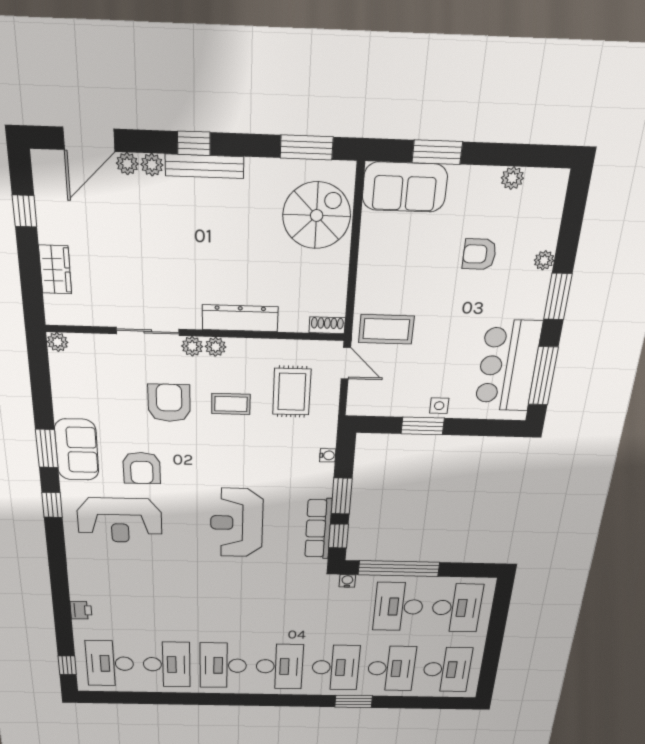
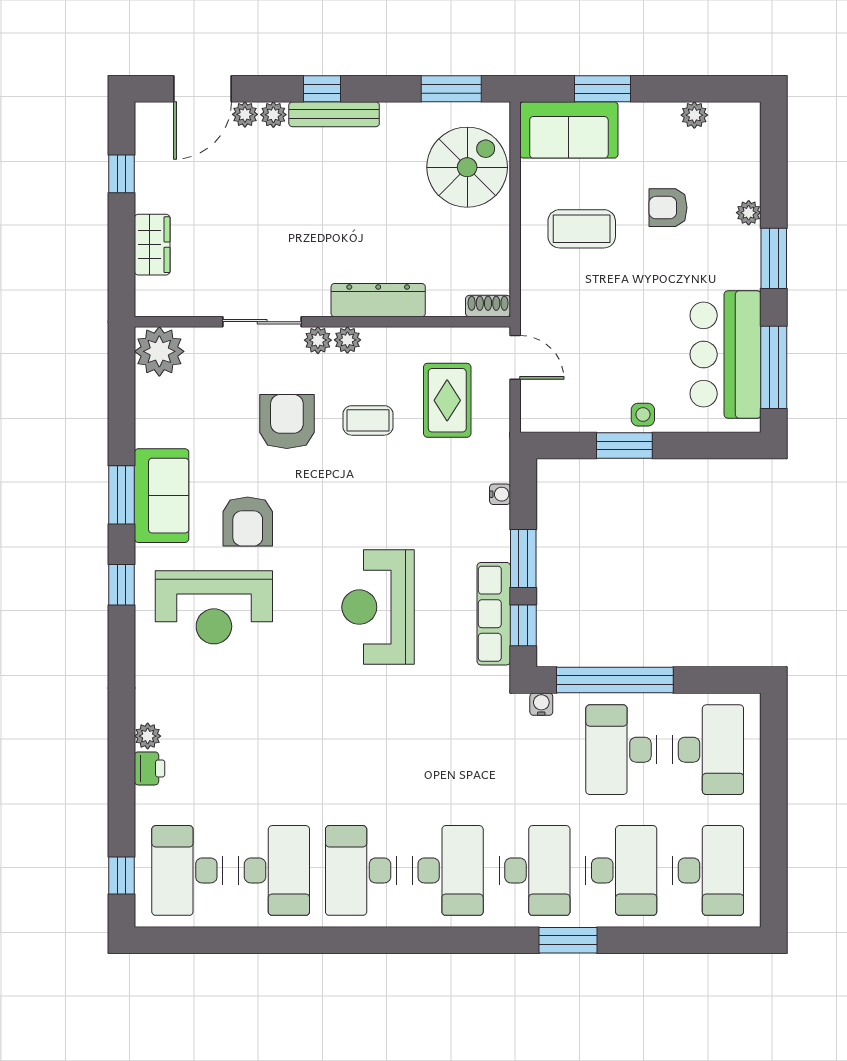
coffee table: (386, 329) -> (582, 229), moved
plant: (57, 342) -> (159, 351), width x1.88, depth x1.88
plant: (78, 593) -> (148, 736), added

